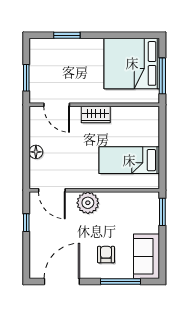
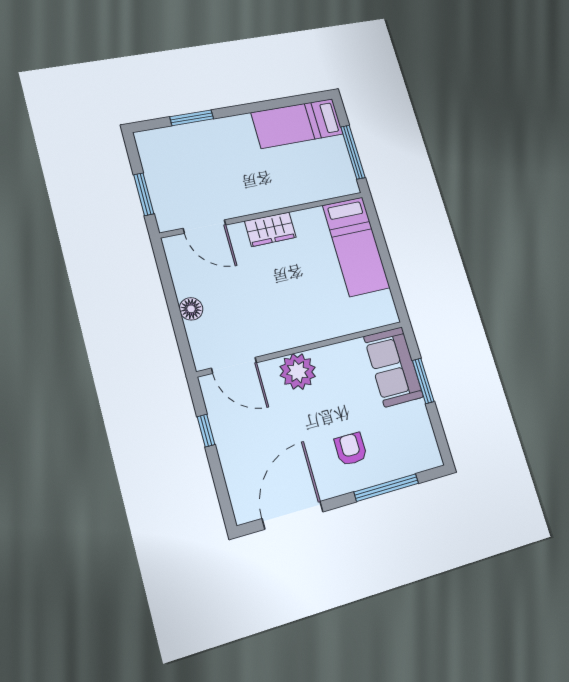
bed: (132, 63) -> (297, 123), width x0.49
bed: (129, 160) -> (356, 246), moved, turned -90
window: (162, 212) -> (423, 381), moved
sofa: (147, 256) -> (393, 367), moved

